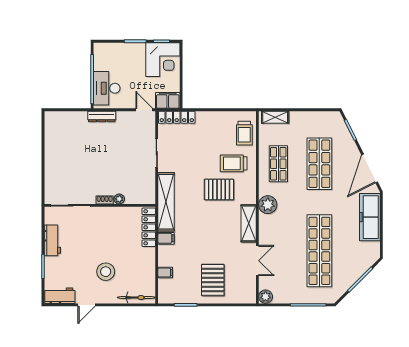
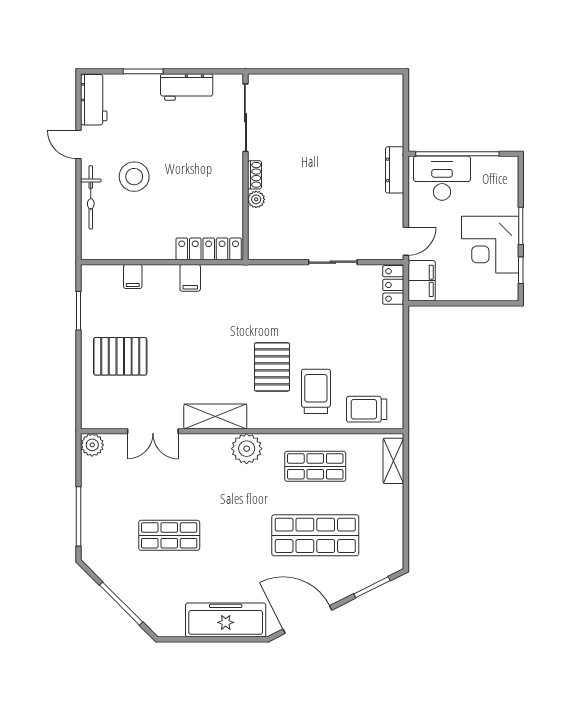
corner desk: (163, 60) -> (490, 245), moved
locker: (177, 117) -> (393, 285), width x0.66
shelving: (166, 202) -> (251, 278), removed
shop shelf: (319, 251) -> (169, 535), width x0.50, depth x0.74
bicycle: (136, 298) -> (91, 197), moved

